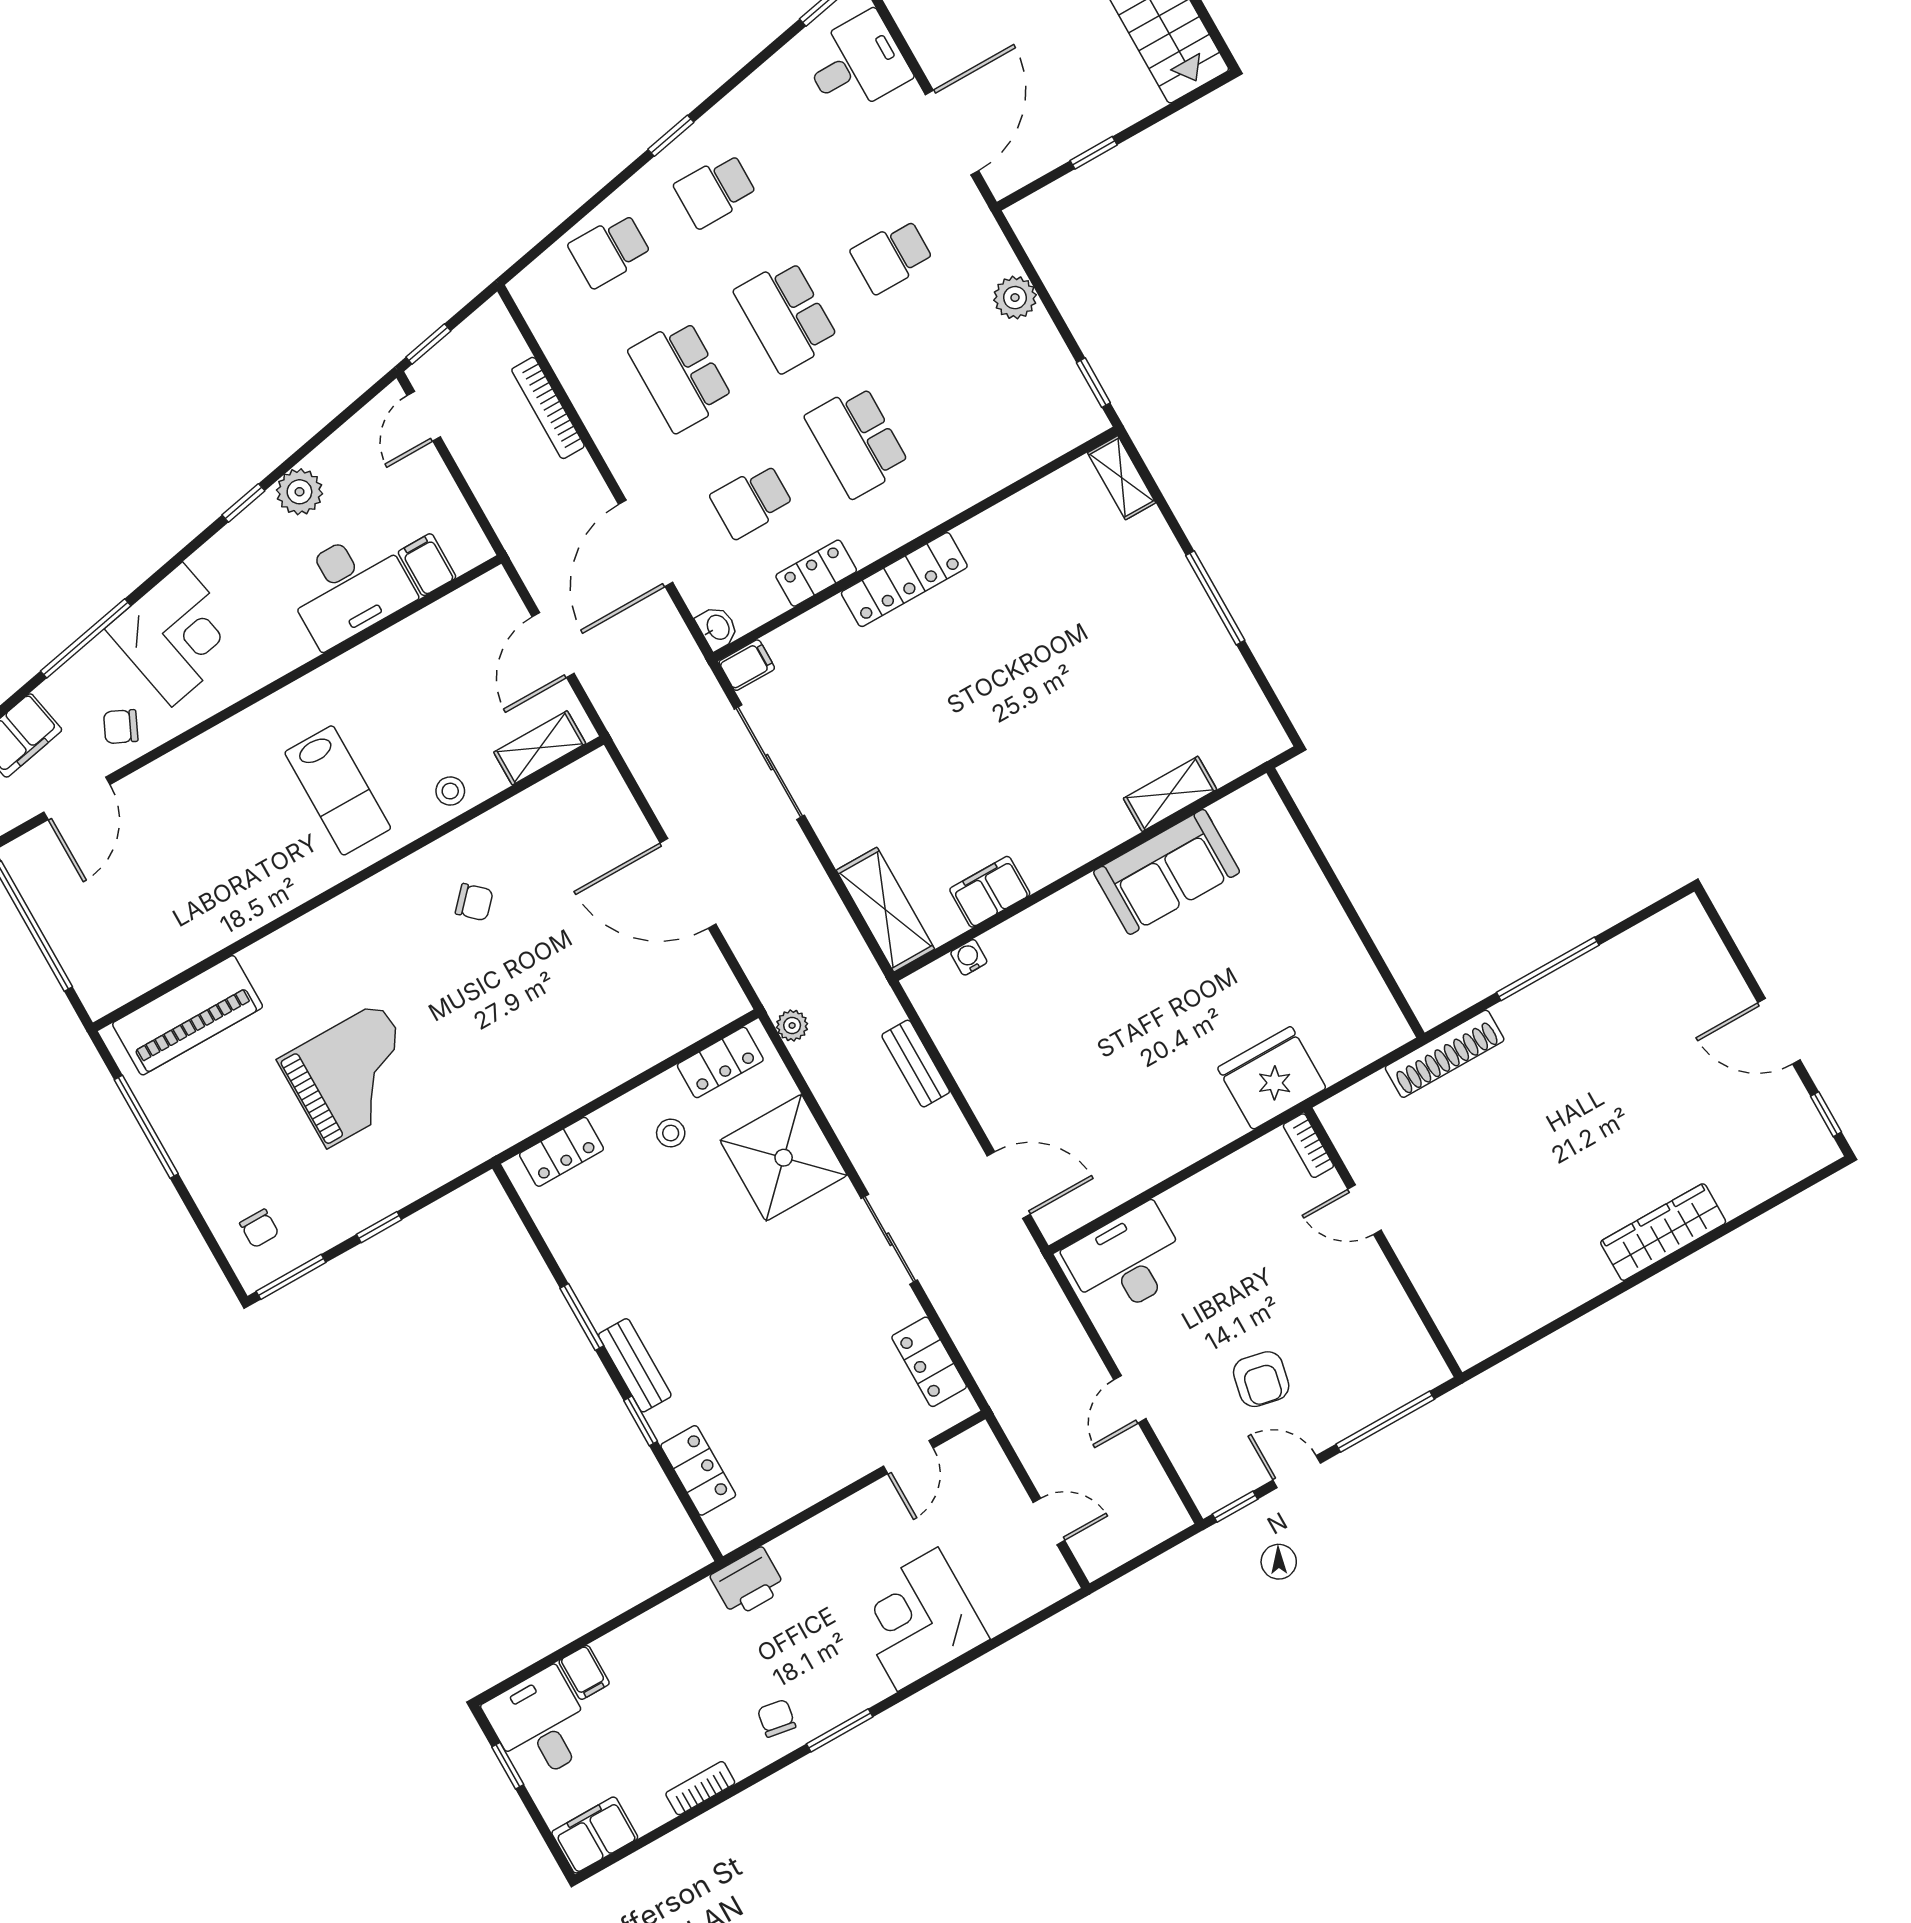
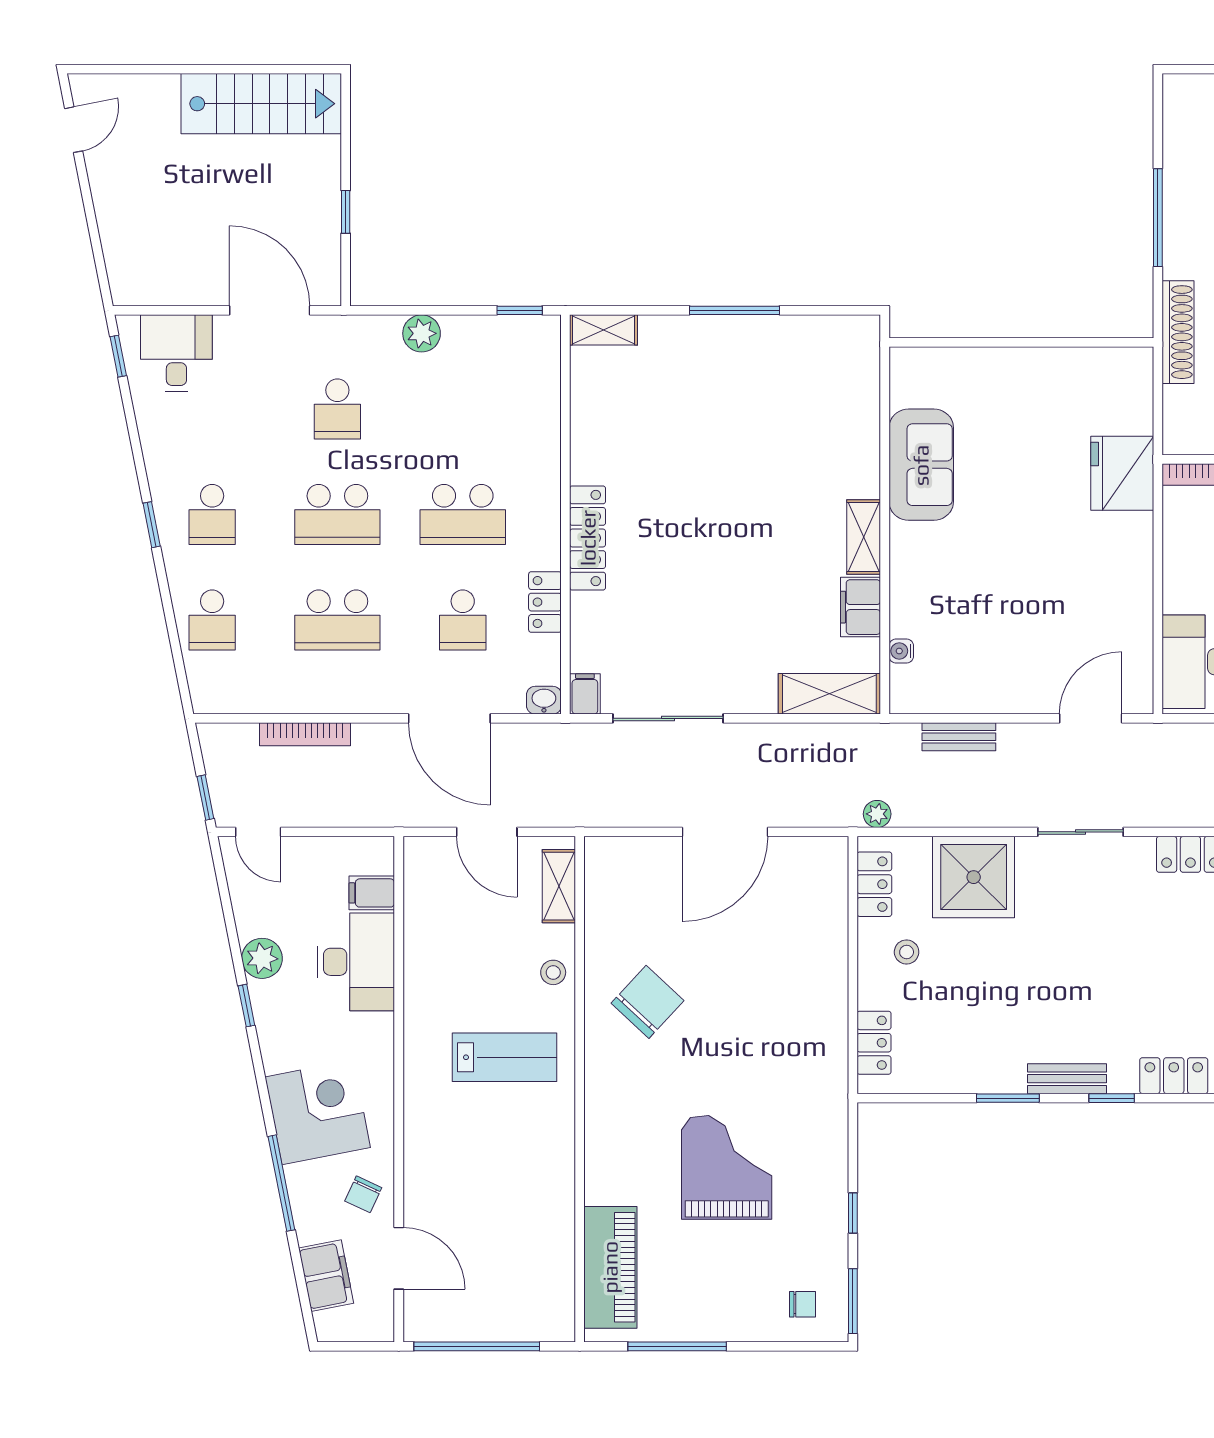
shelving: (1170, 794) -> (864, 537), moved
chair: (474, 902) -> (648, 1002), width x1.87, depth x1.87

